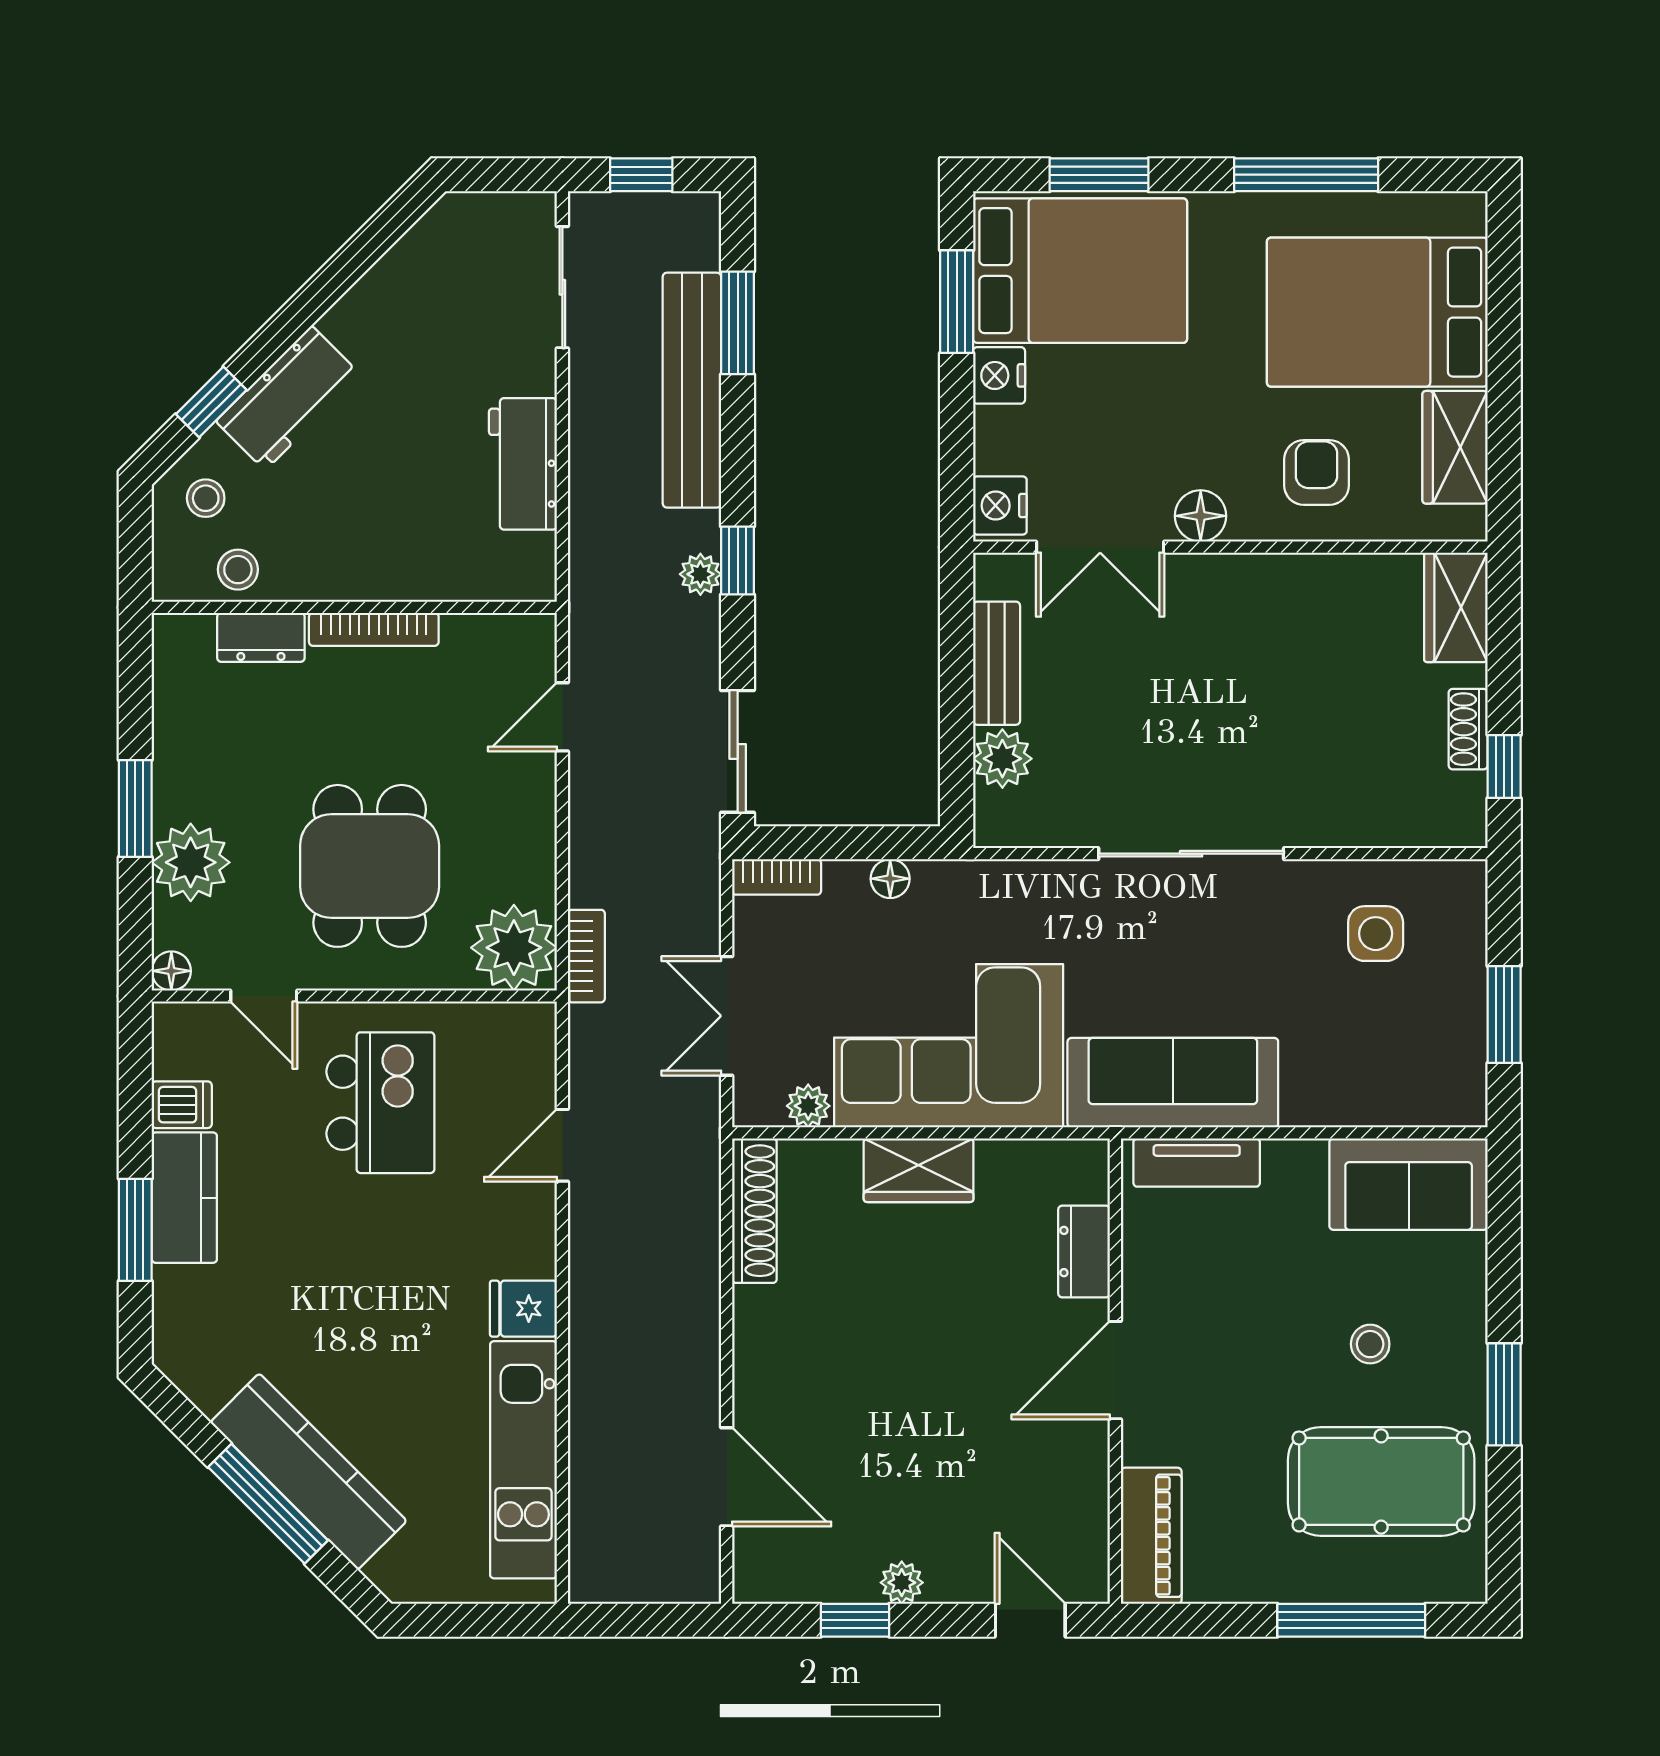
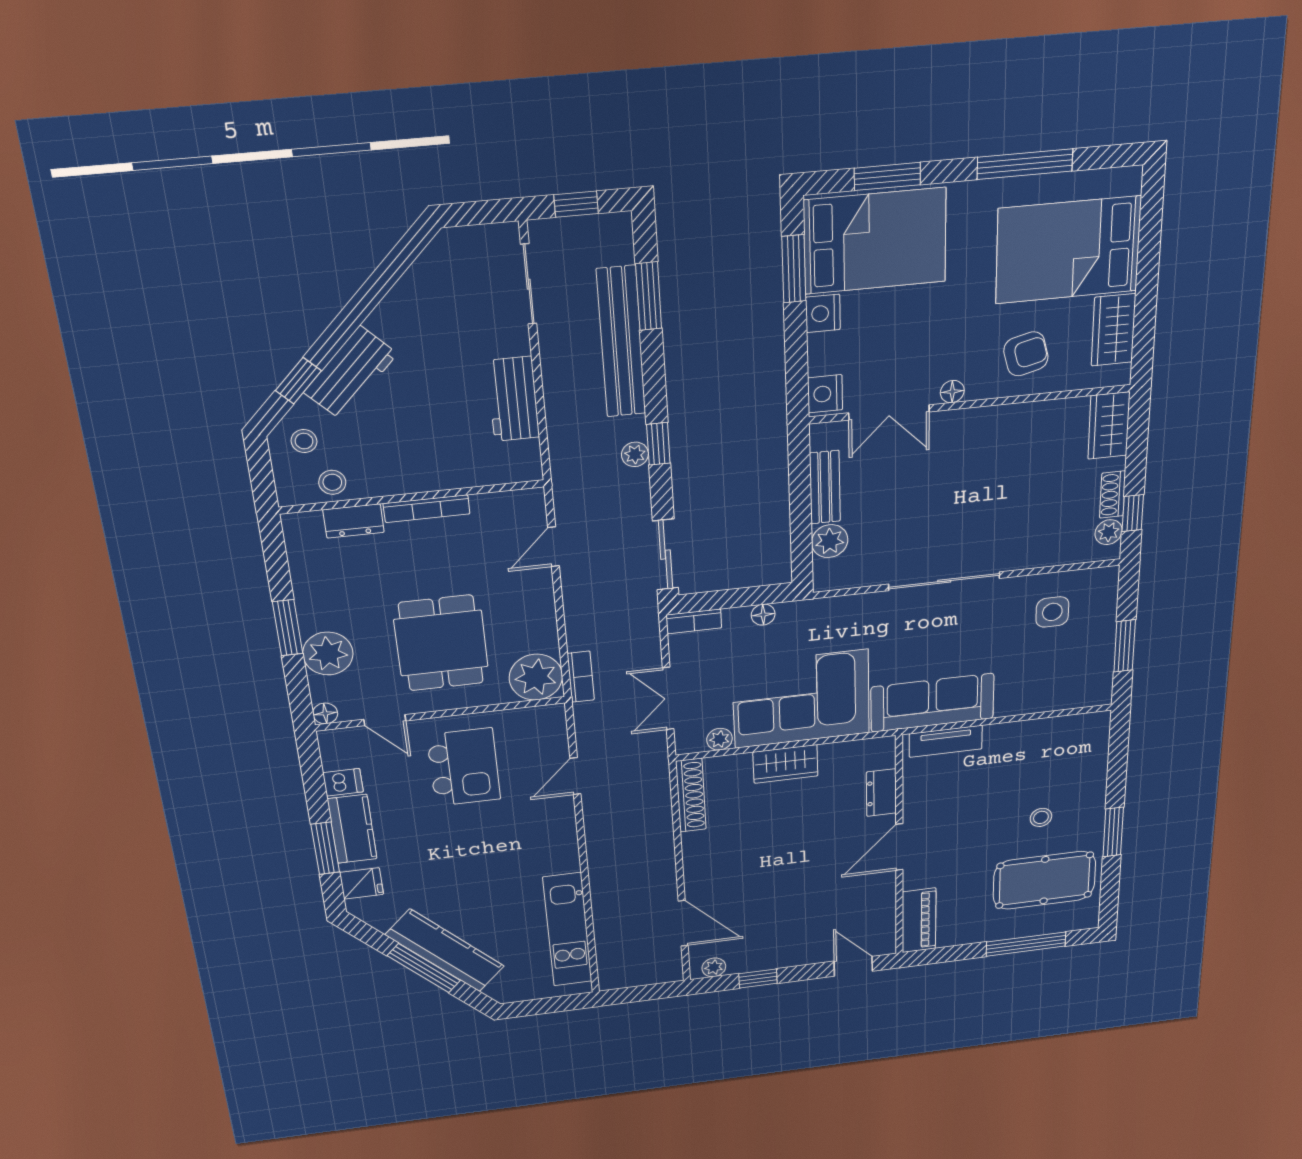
armchair: (1317, 472) -> (1026, 354), turned 76
floor lamp: (1201, 516) -> (952, 392), width x0.73, depth x0.73
plant: (1465, 796) -> (1109, 532), added
sofa: (1409, 1184) -> (1066, 738), removed
fridge: (523, 1309) -> (362, 883), moved, turned 180
plant: (902, 1583) -> (714, 967), moved

